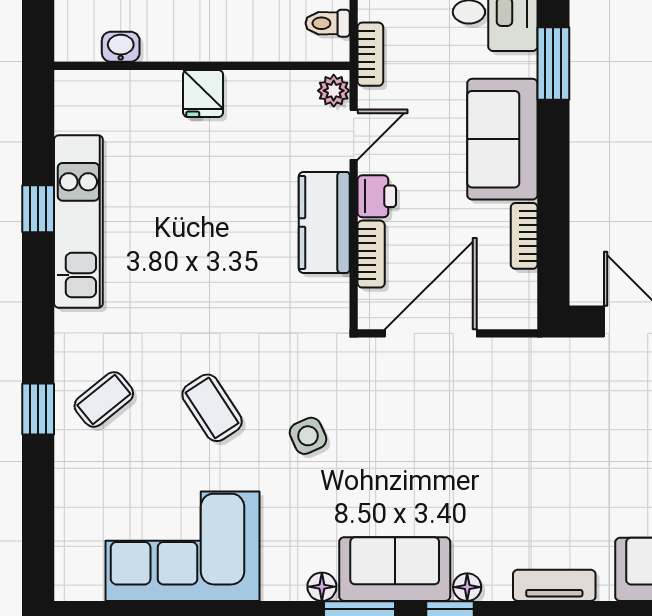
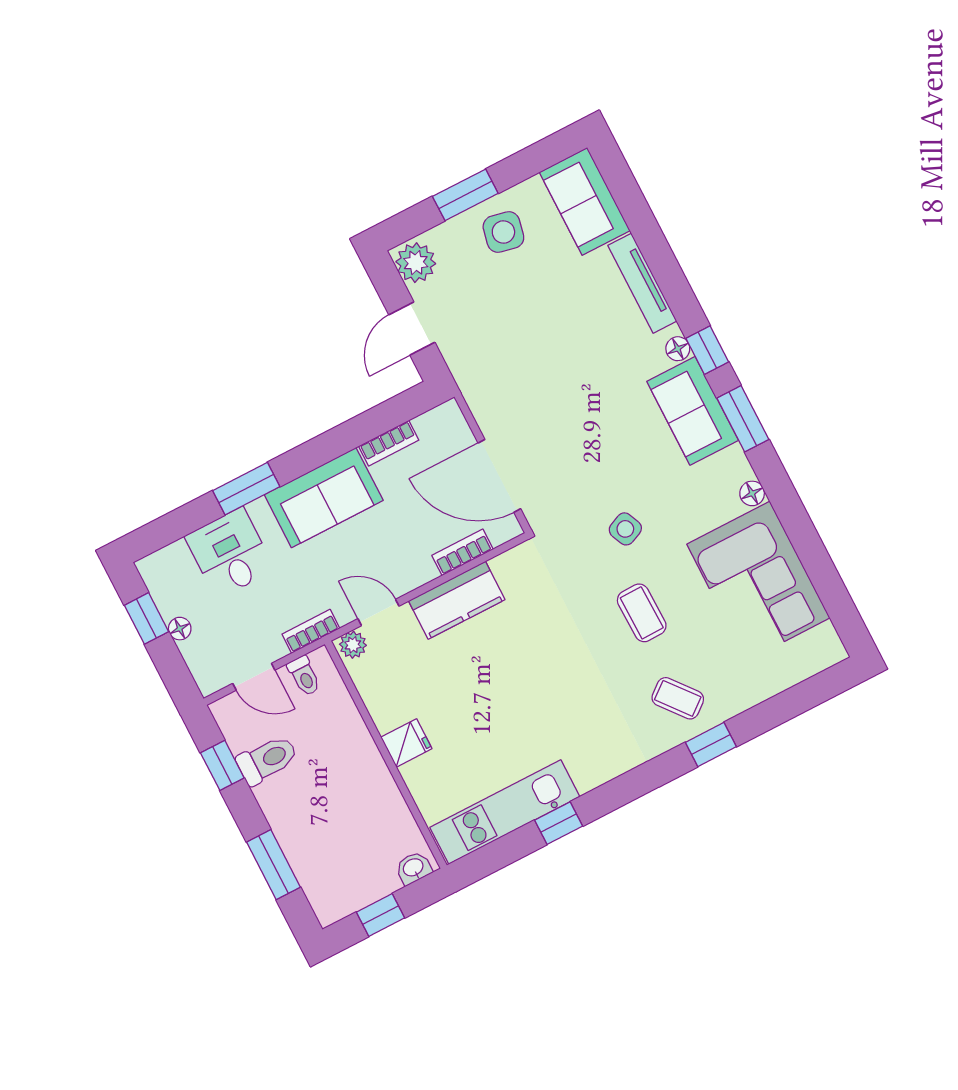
washbasin: (121, 47) -> (413, 868), moved, turned 90
printer: (377, 196) -> (416, 571), removed
kitchen unit: (78, 222) -> (505, 812), moved
coffee table: (212, 408) -> (642, 613), turned -58
tv unit: (554, 585) -> (642, 283), width x1.41
floor lamp: (322, 587) -> (752, 493), moved

